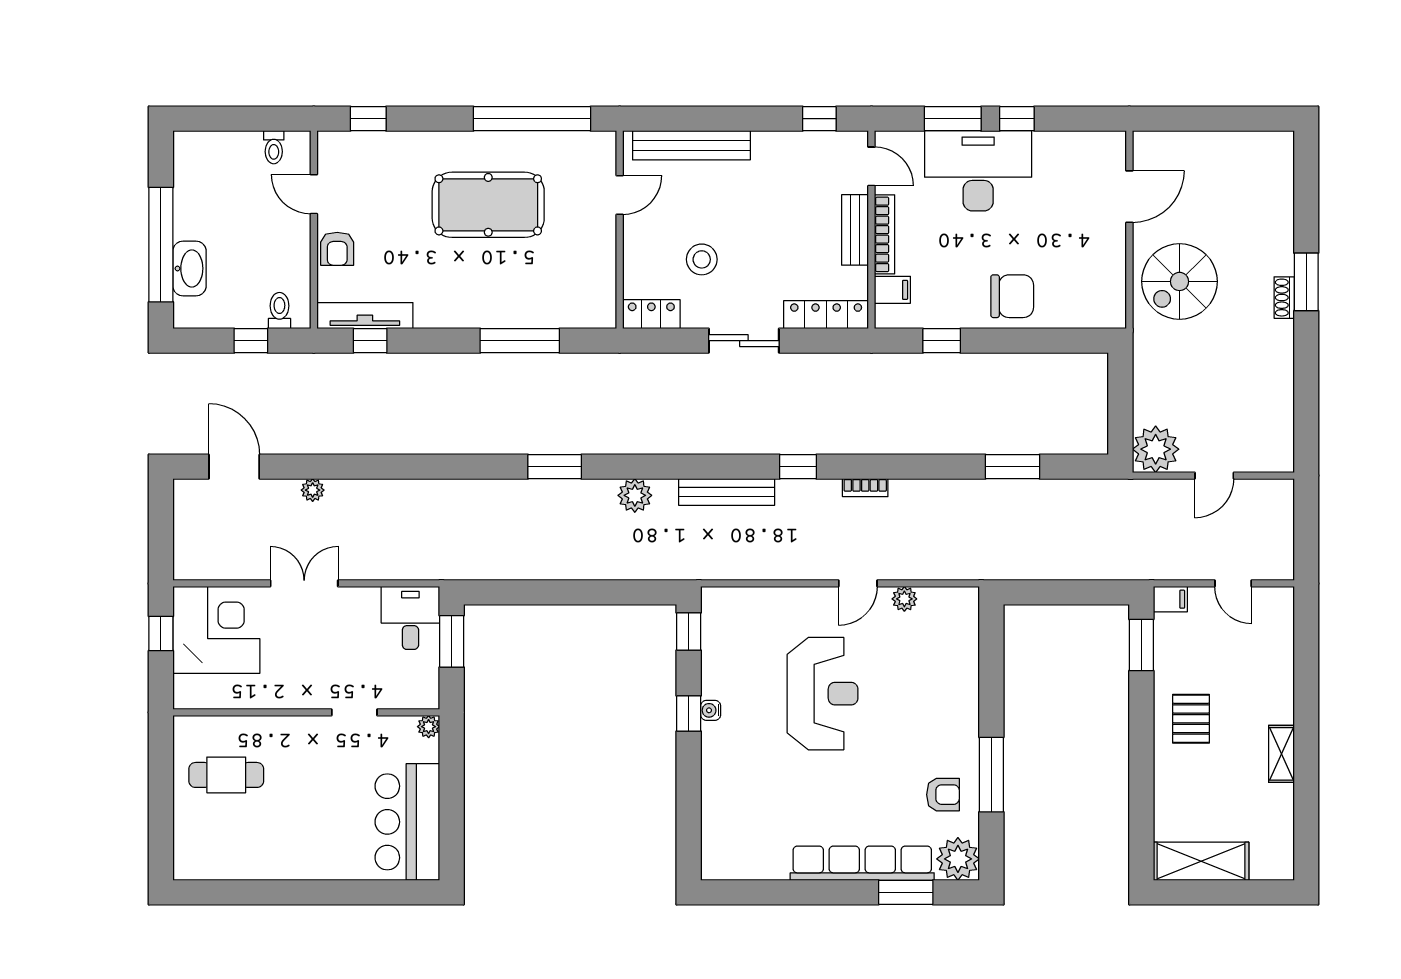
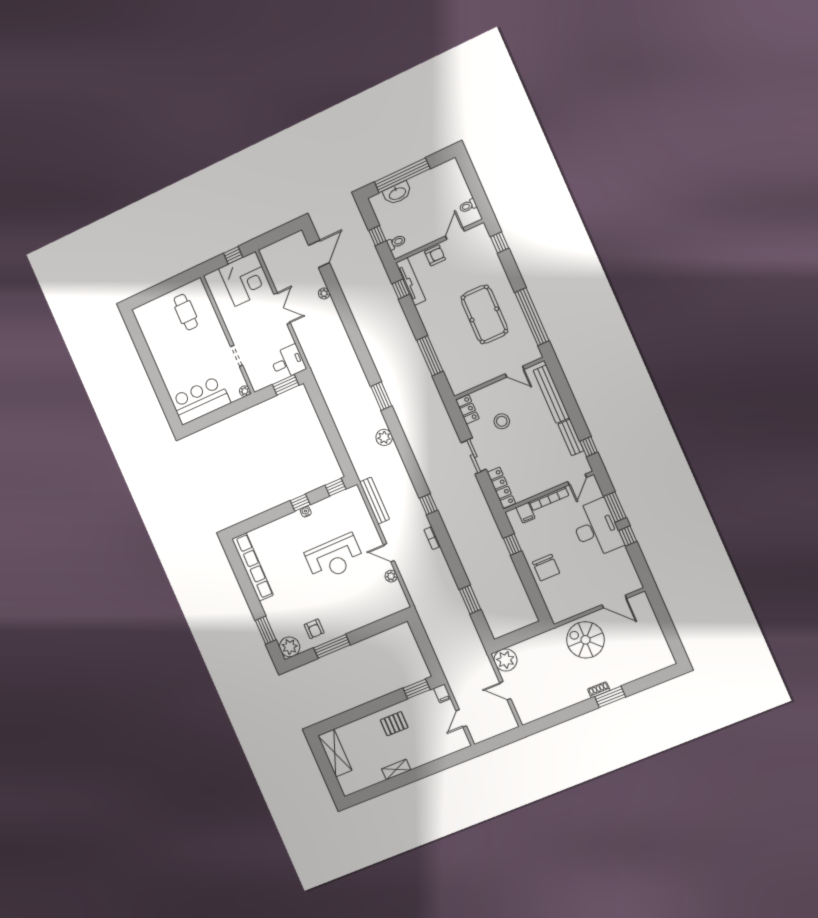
bench: (855, 230) -> (571, 437), moved, turned 90
armchair: (337, 249) -> (435, 255), turned 180
bench: (727, 492) -> (375, 501), moved
row of seats: (862, 863) -> (253, 567), moved

